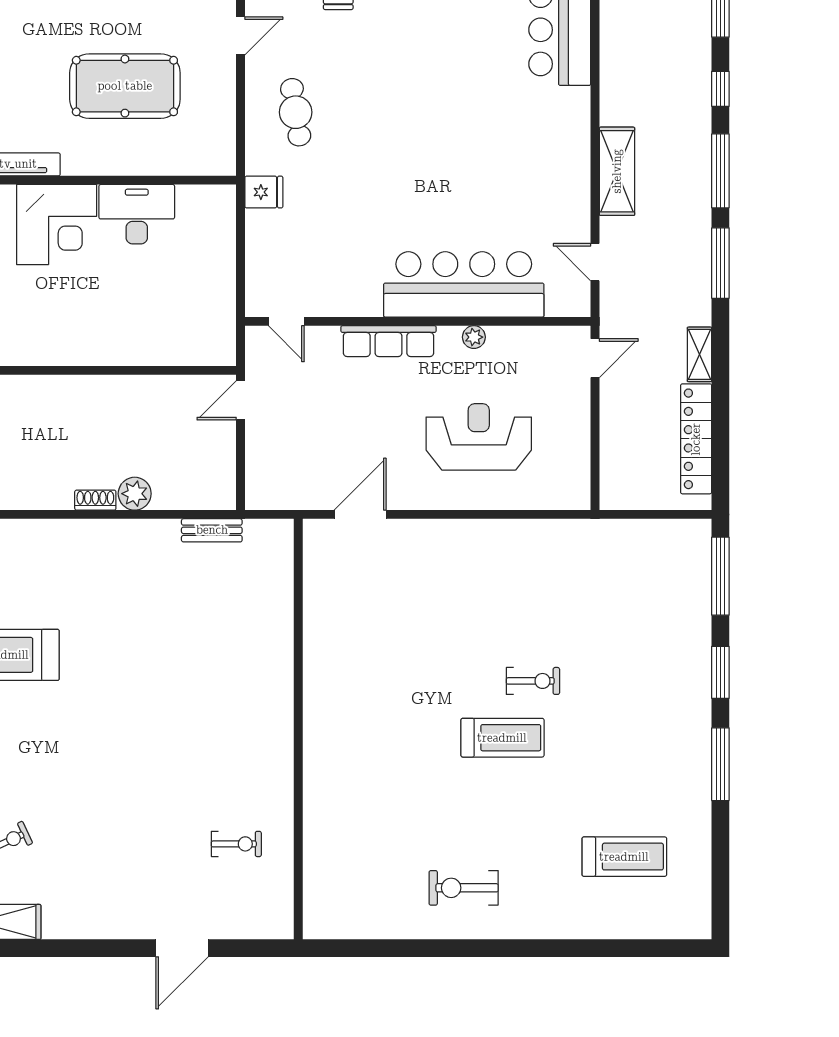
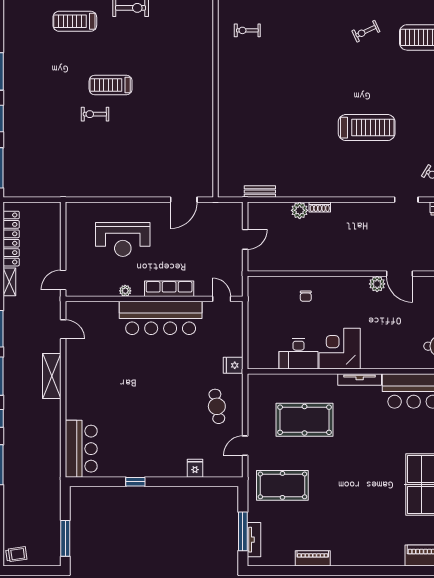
bar counter: (464, 284) -> (161, 318), moved
chair: (123, 327) -> (306, 296), added
door: (241, 400) -> (245, 239), moved
treadmill: (624, 857) -> (75, 21), moved

